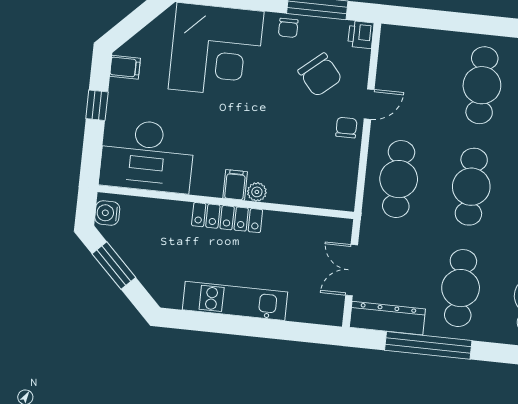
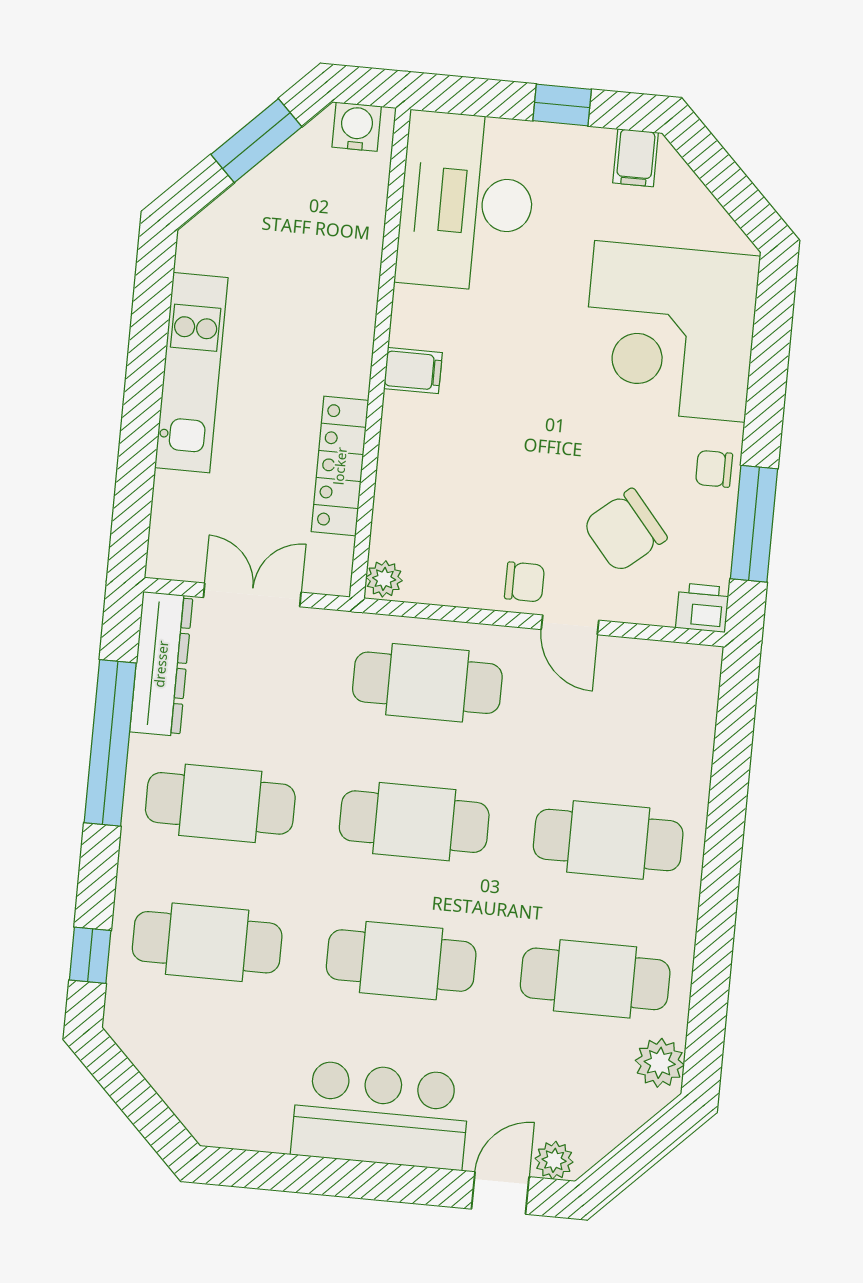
plant: (257, 192) -> (384, 579), moved
locker: (227, 218) -> (340, 466), moved

